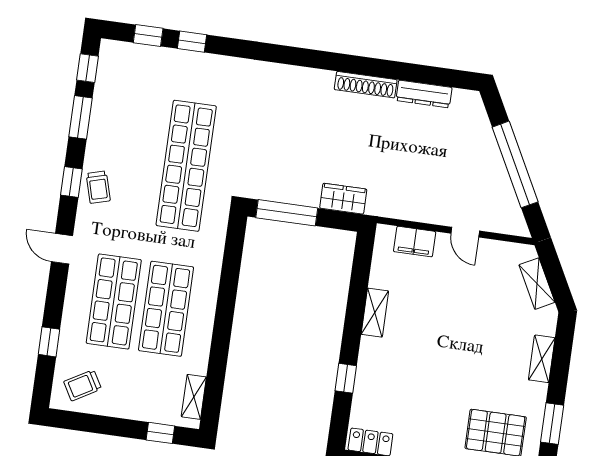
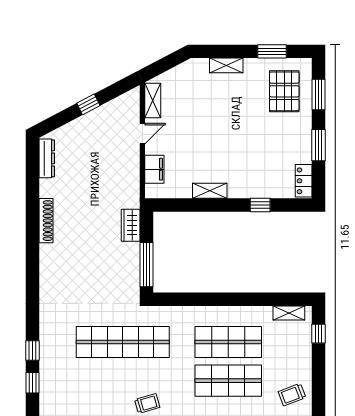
dresser: (424, 94) -> (47, 158), moved
window: (515, 164) -> (88, 104), width x0.32
shelving: (537, 284) -> (153, 101), moved, turned -62
trolley: (83, 385) -> (292, 395), turned 99

